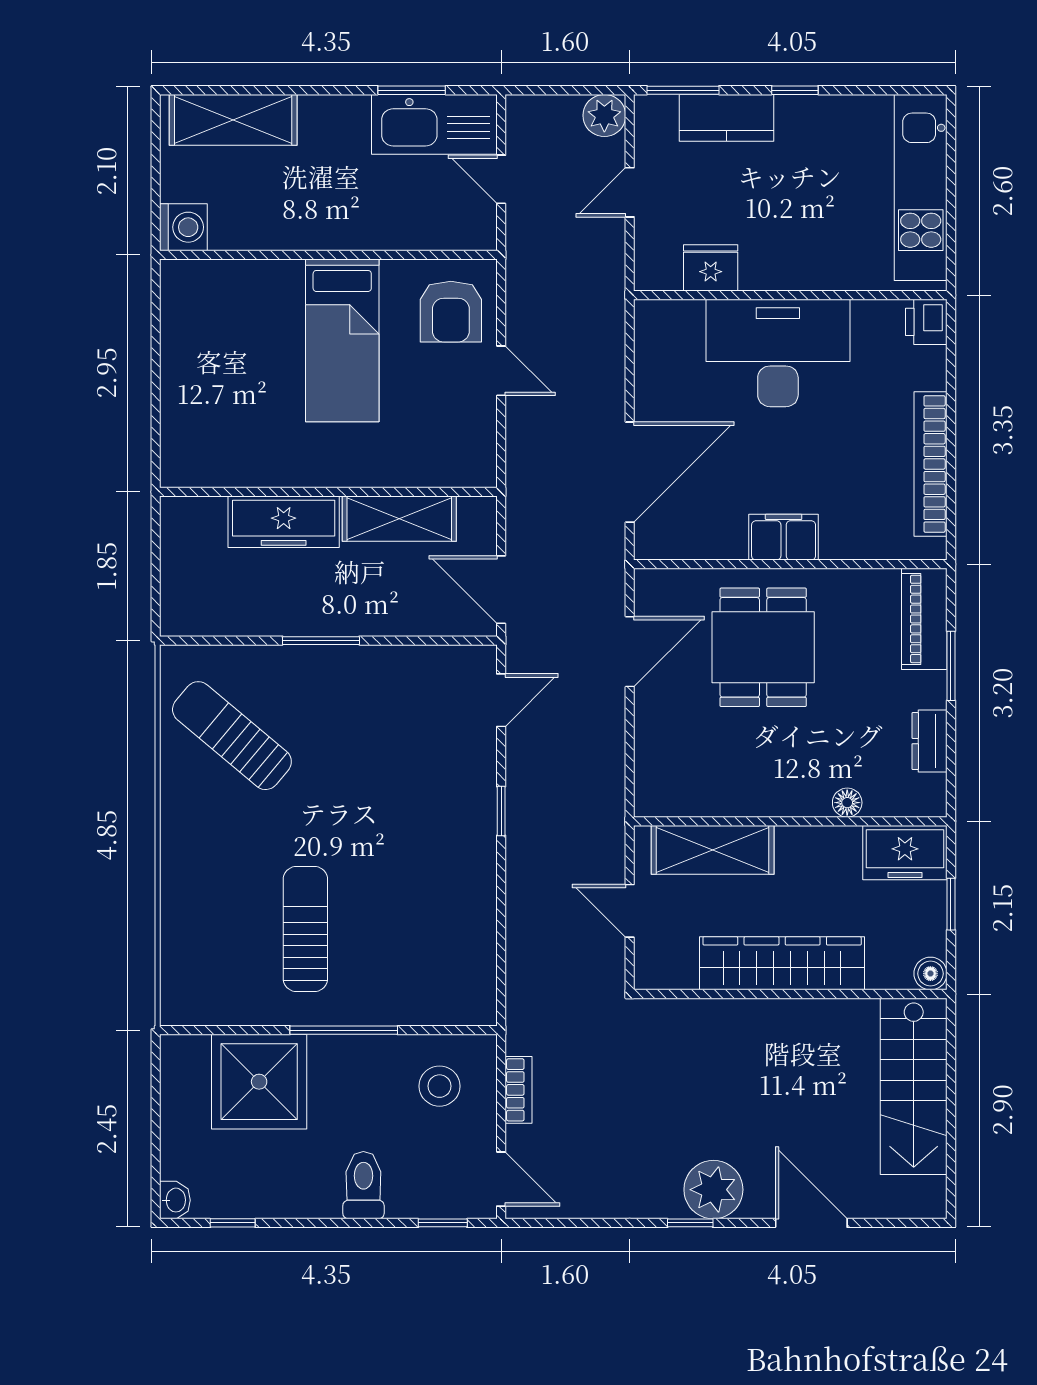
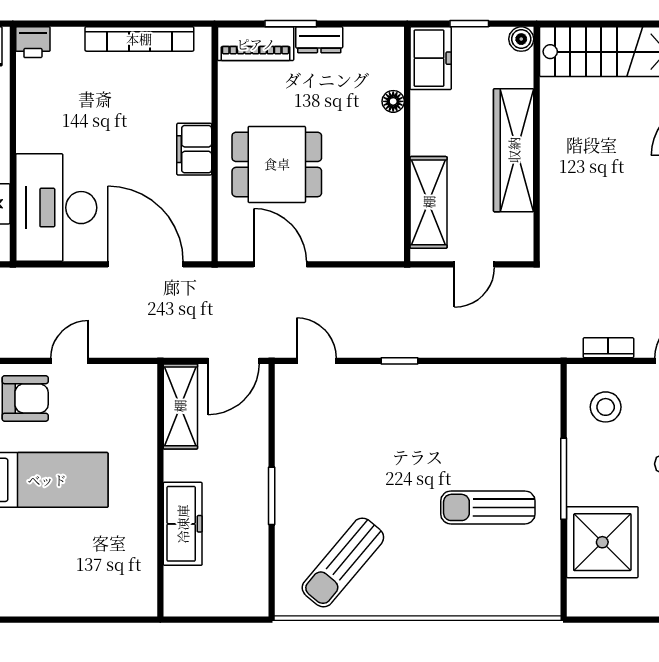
desk: (778, 353) -> (56, 208), moved
shelving: (399, 519) -> (180, 406), moved
dresser: (929, 741) -> (319, 40), moved

